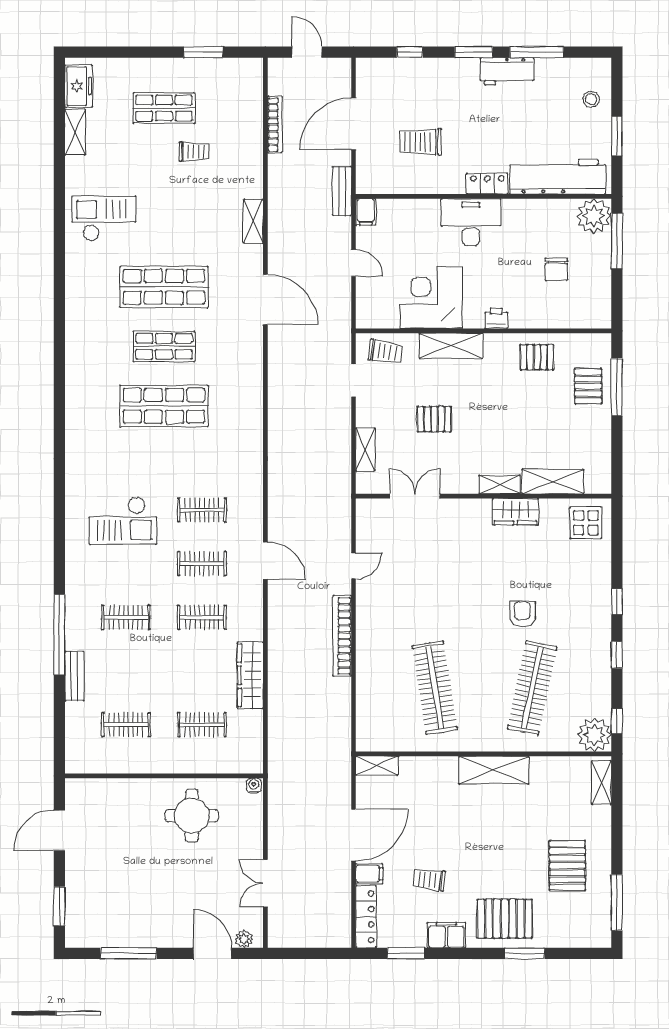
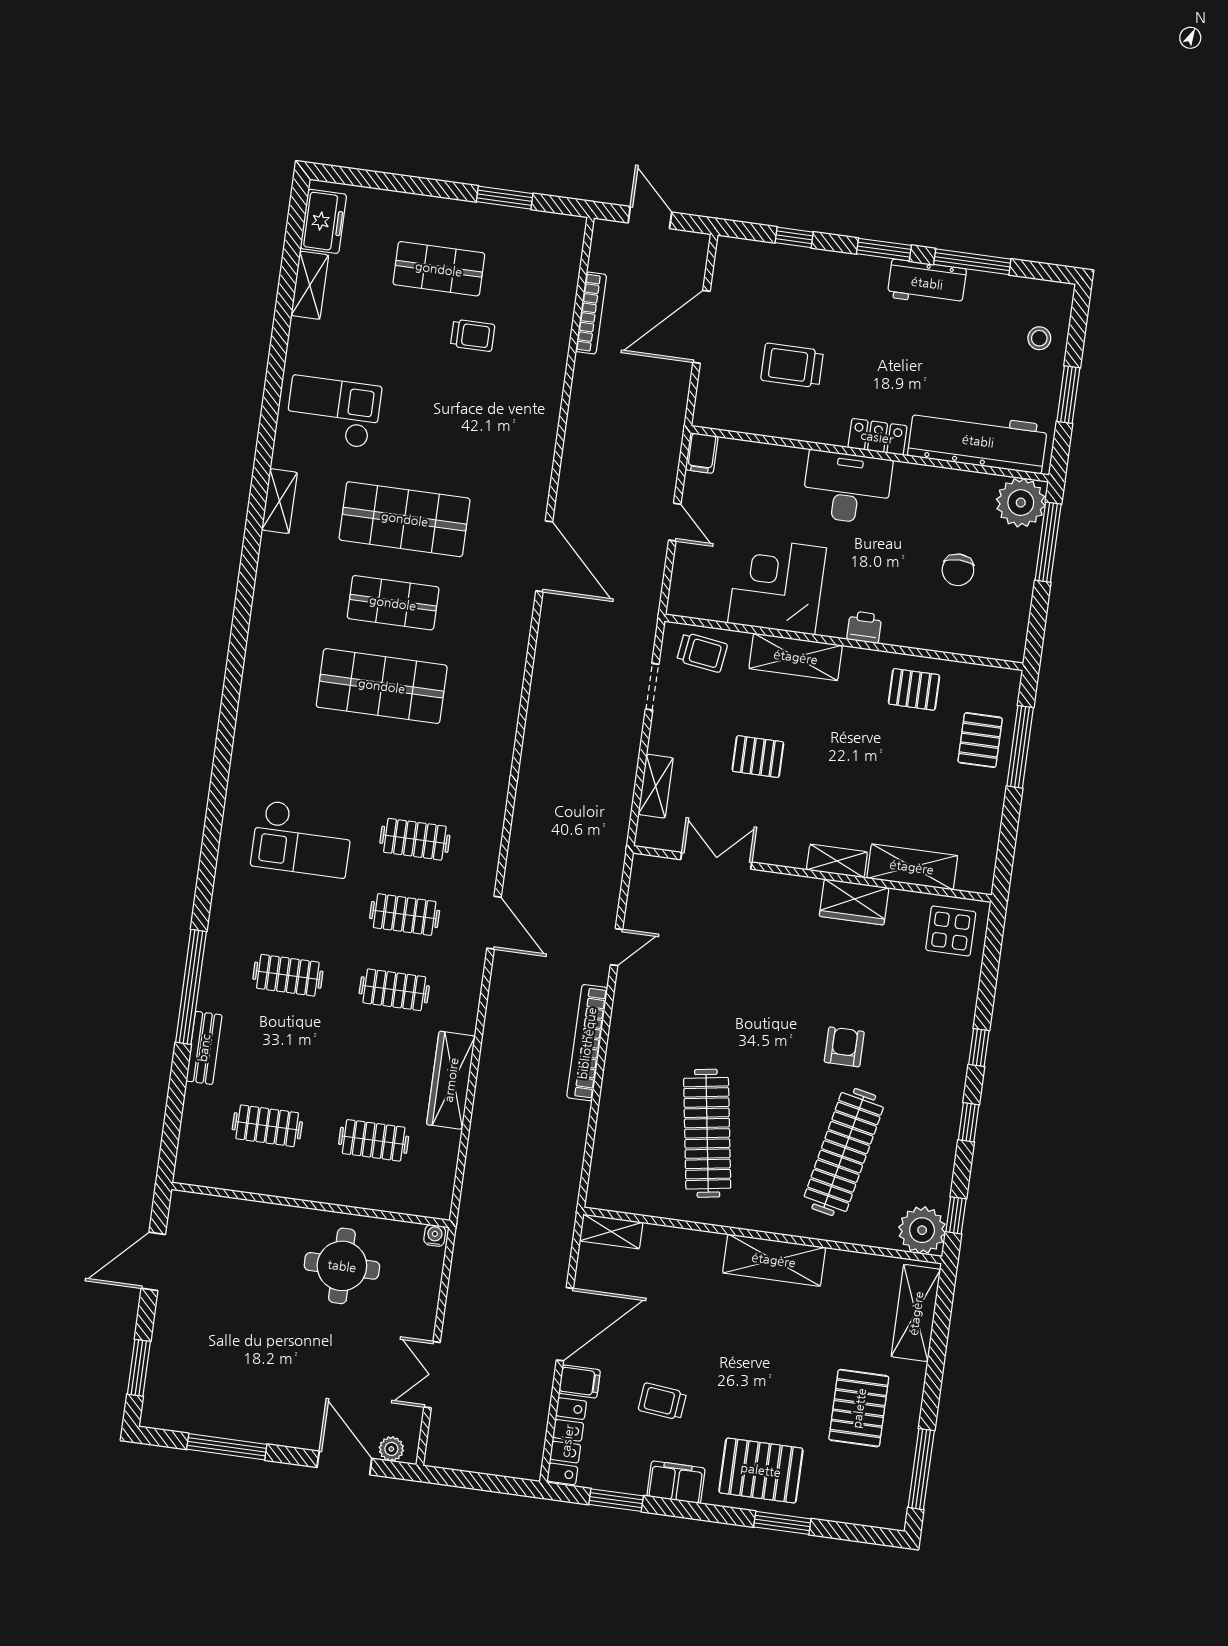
bench: (342, 191) -> (672, 419), removed
shelving: (253, 221) -> (279, 501), moved
shelving: (601, 783) -> (916, 1313), width x1.50, depth x1.33

